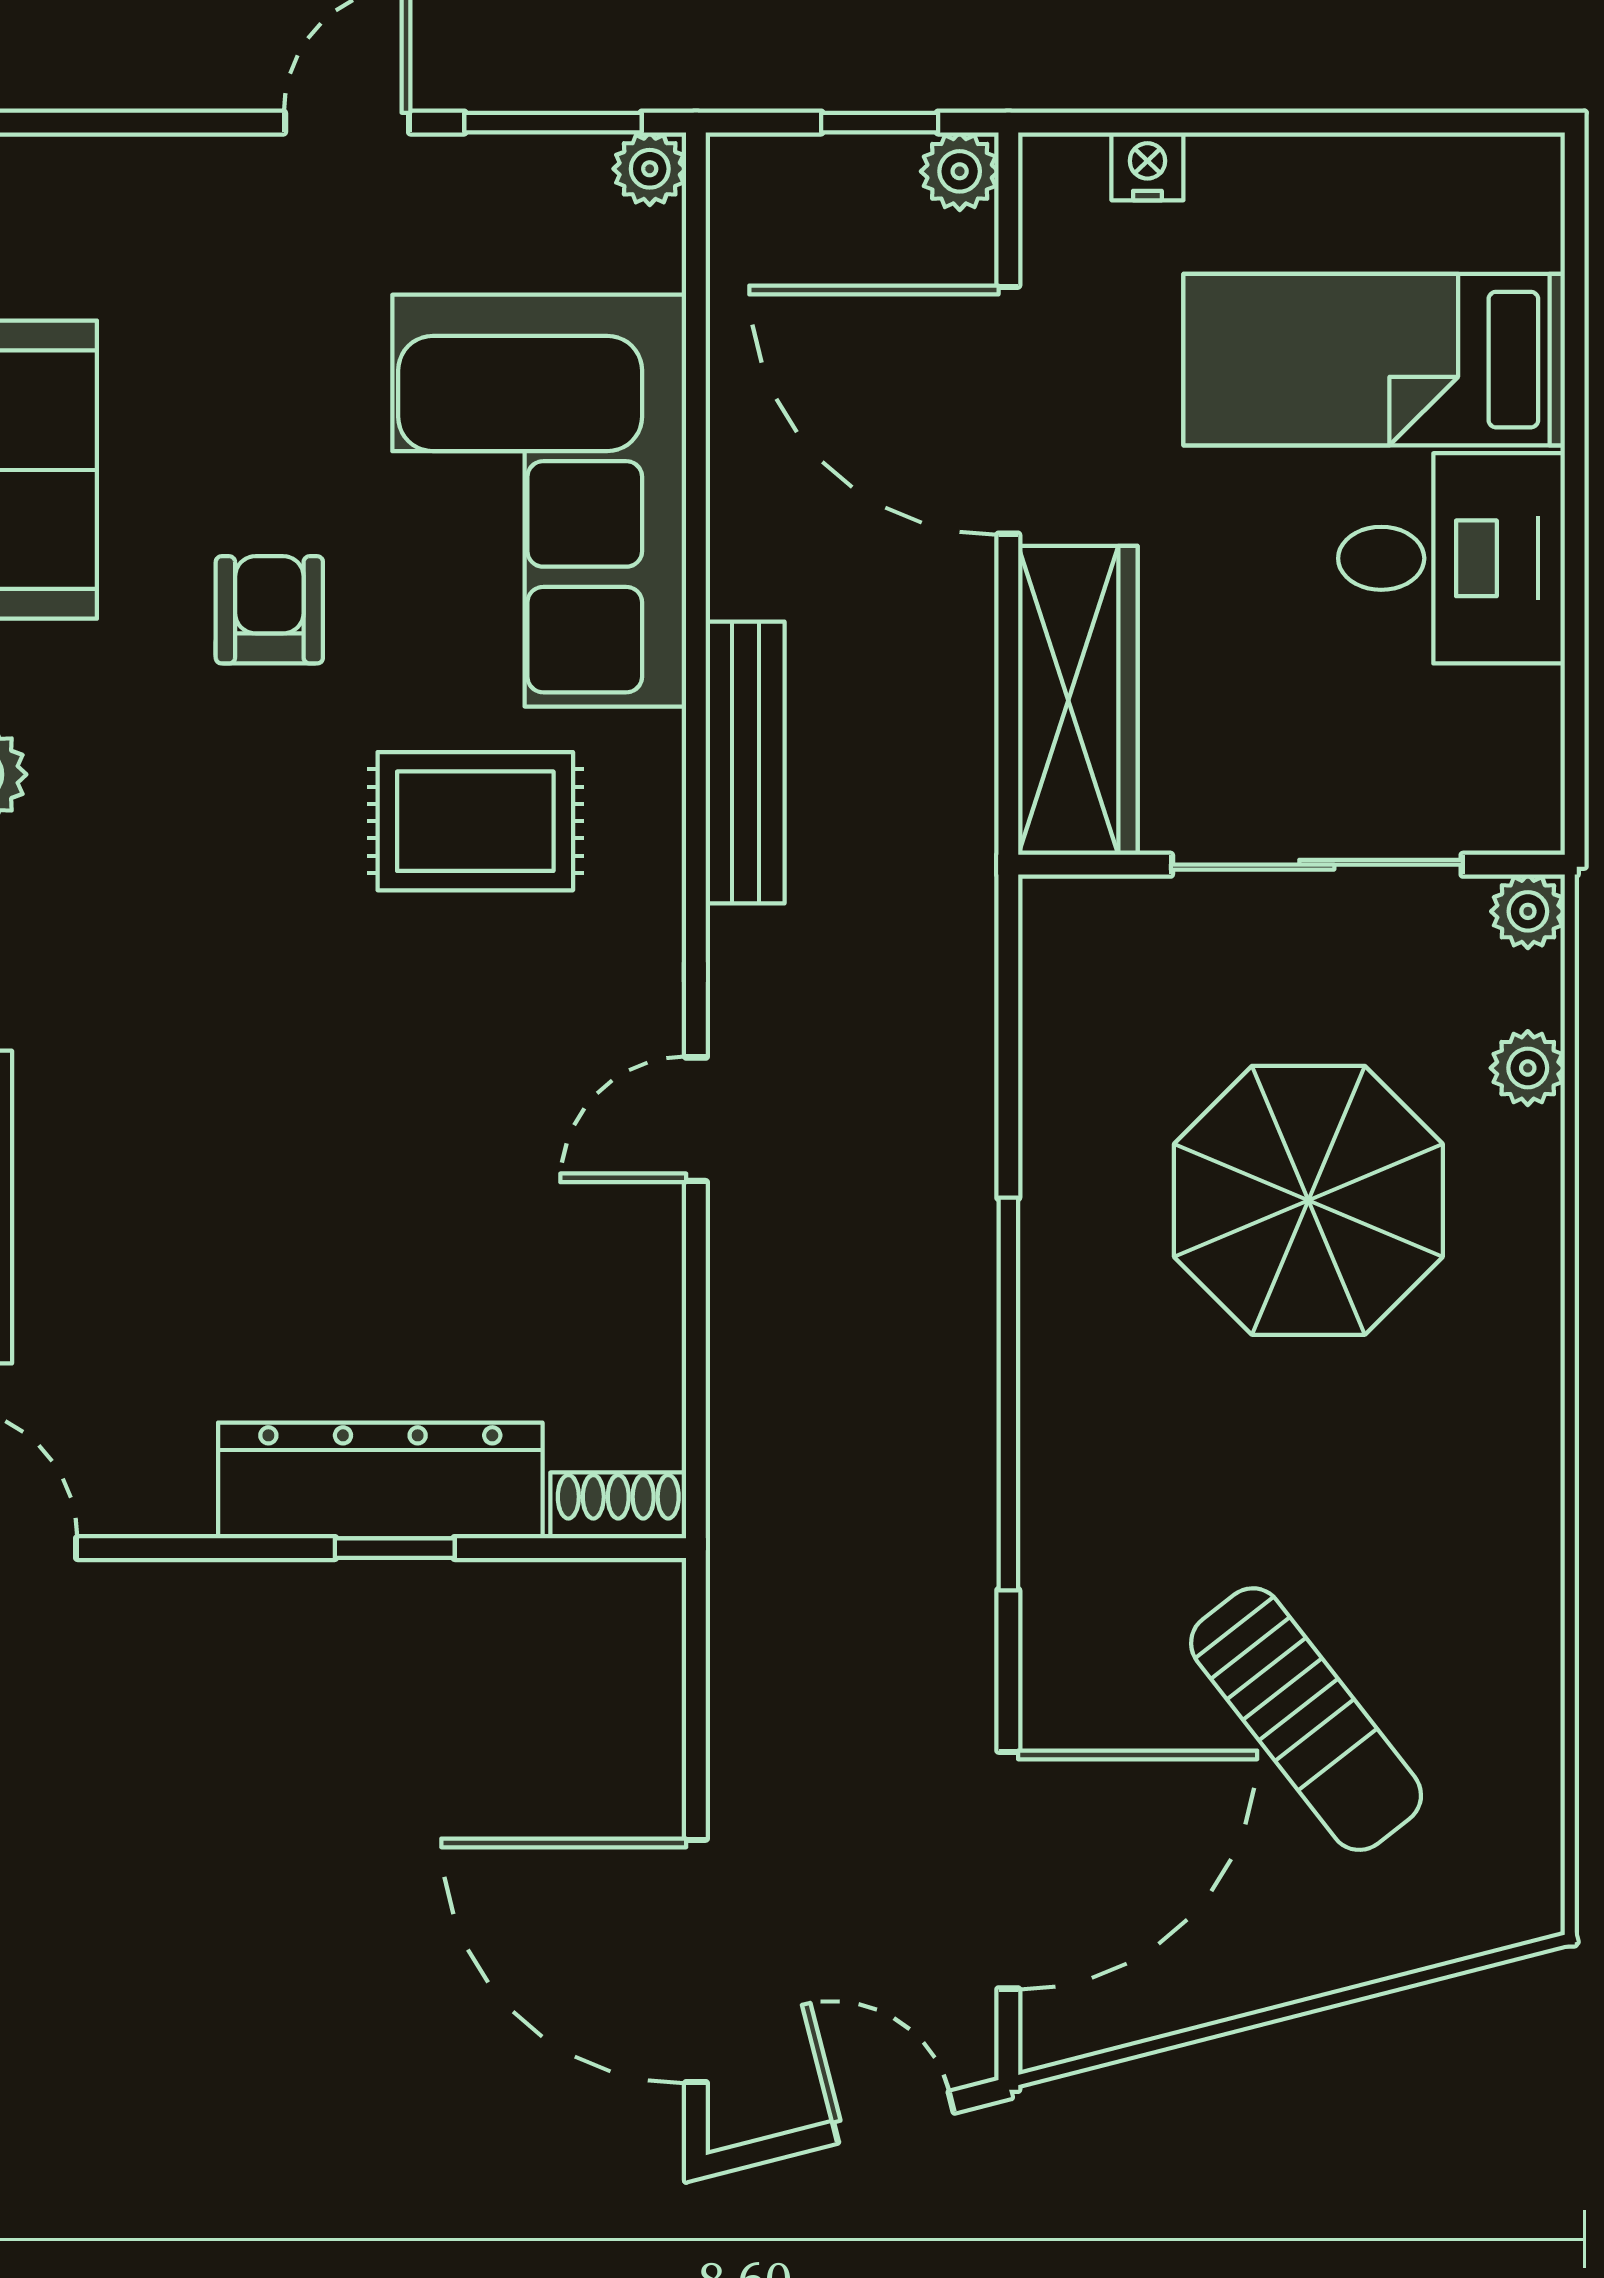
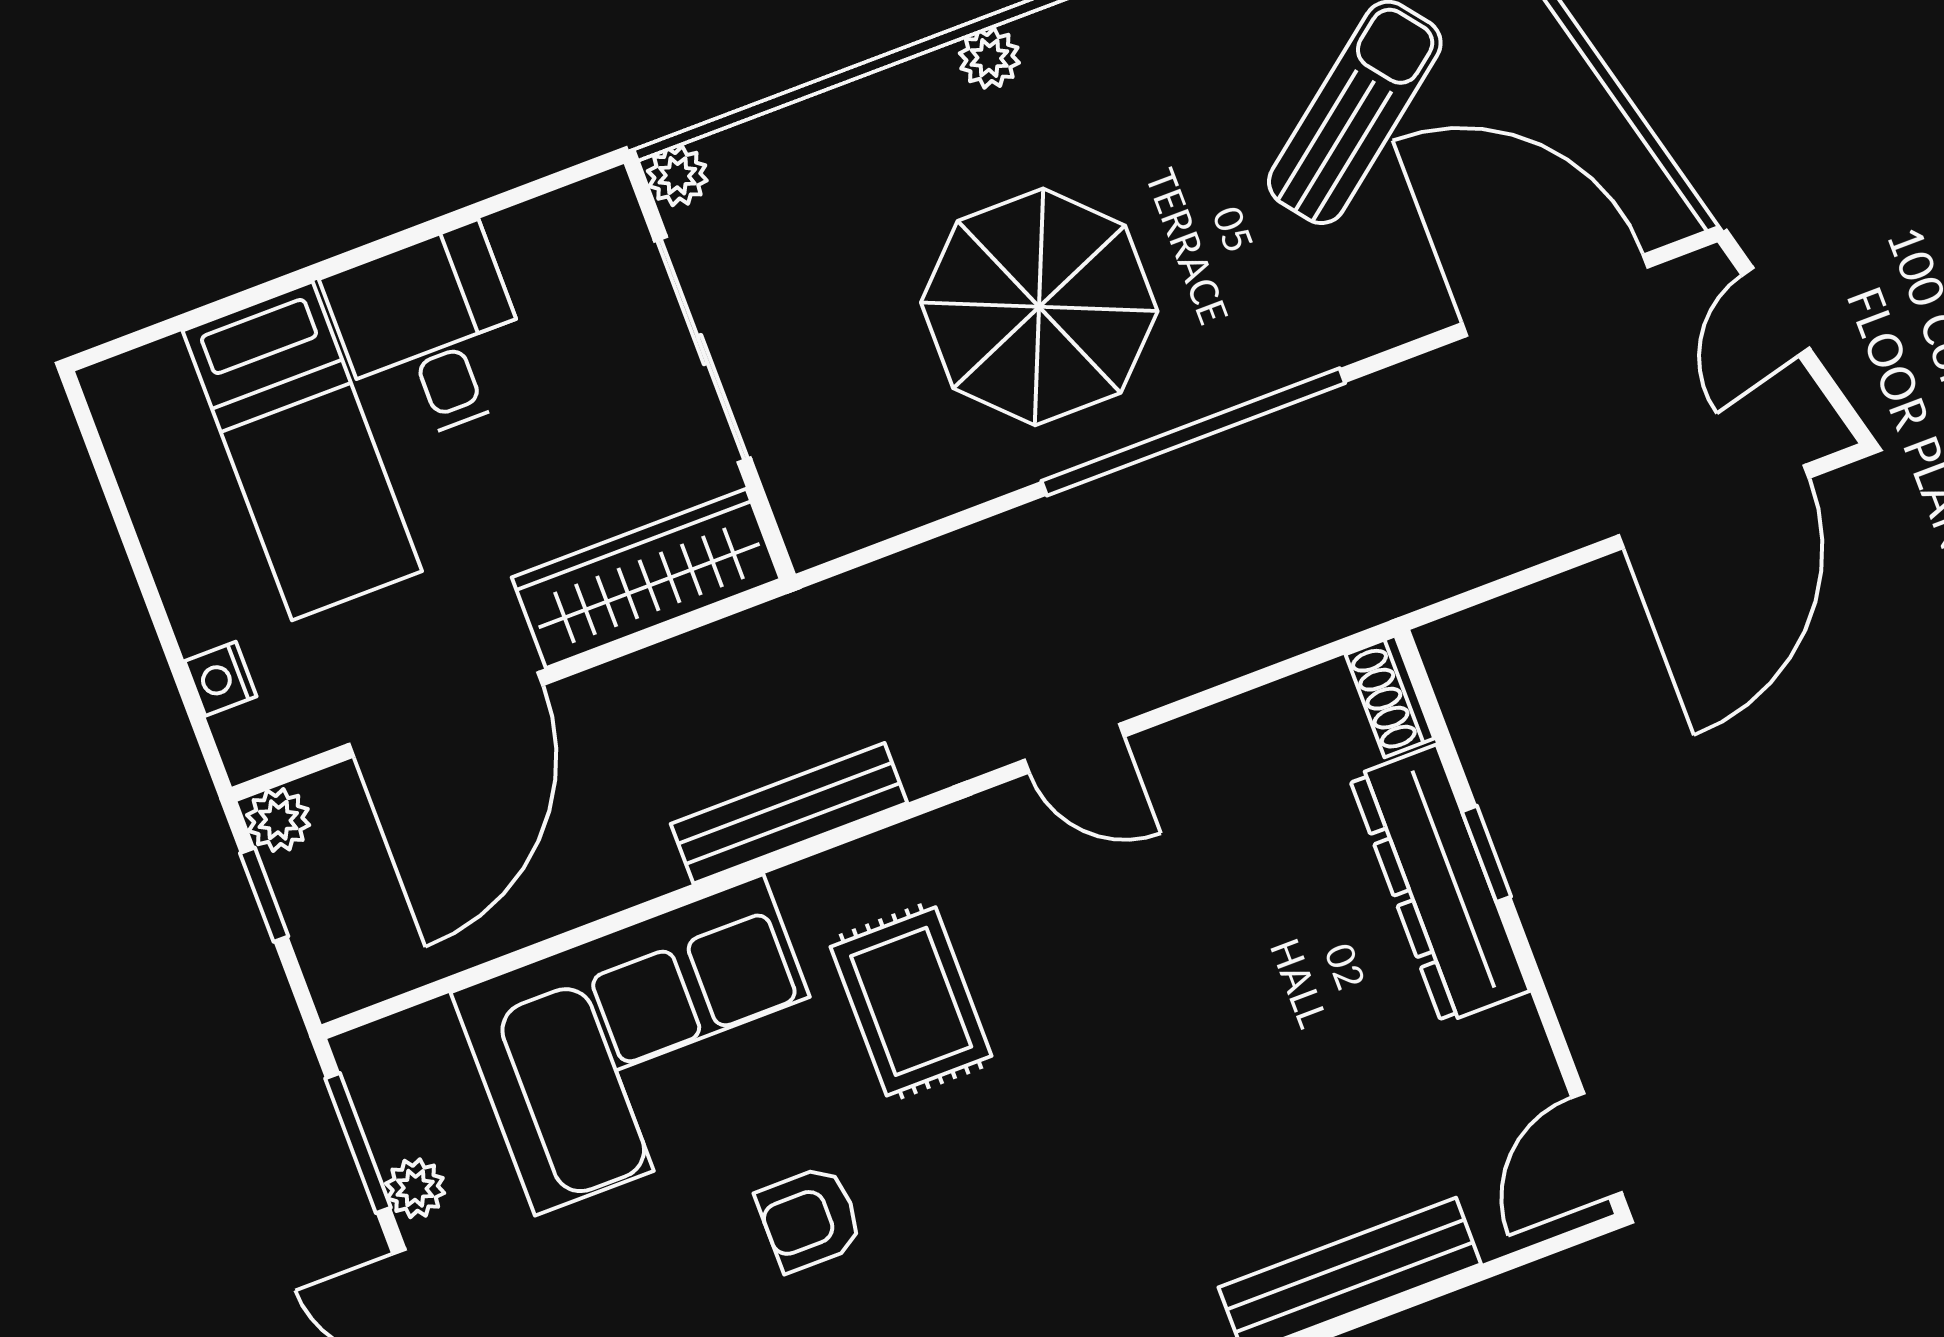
plant: (650, 169) -> (415, 1188), moved
plant: (1528, 1068) -> (989, 58), moved
parasol: (1308, 1200) -> (1039, 307), moved

